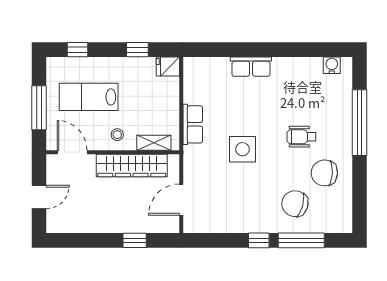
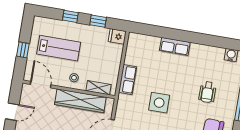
window: (77, 50) -> (70, 16), moved
lab bench: (89, 97) -> (59, 48), turned 180
window: (39, 108) -> (23, 50), width x0.46
wheelchair: (301, 137) -> (207, 92), moved, turned -90

